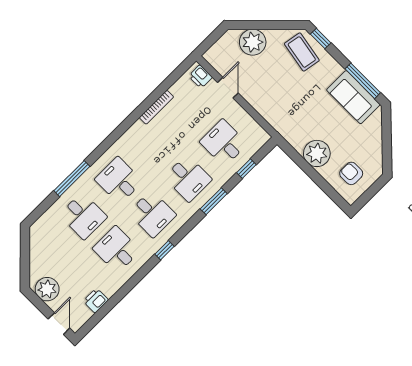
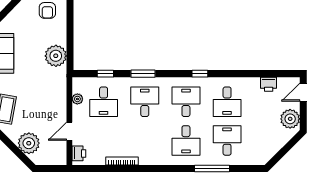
plant: (249, 123) -> (77, 99), added
plant: (317, 153) -> (56, 56), moved

